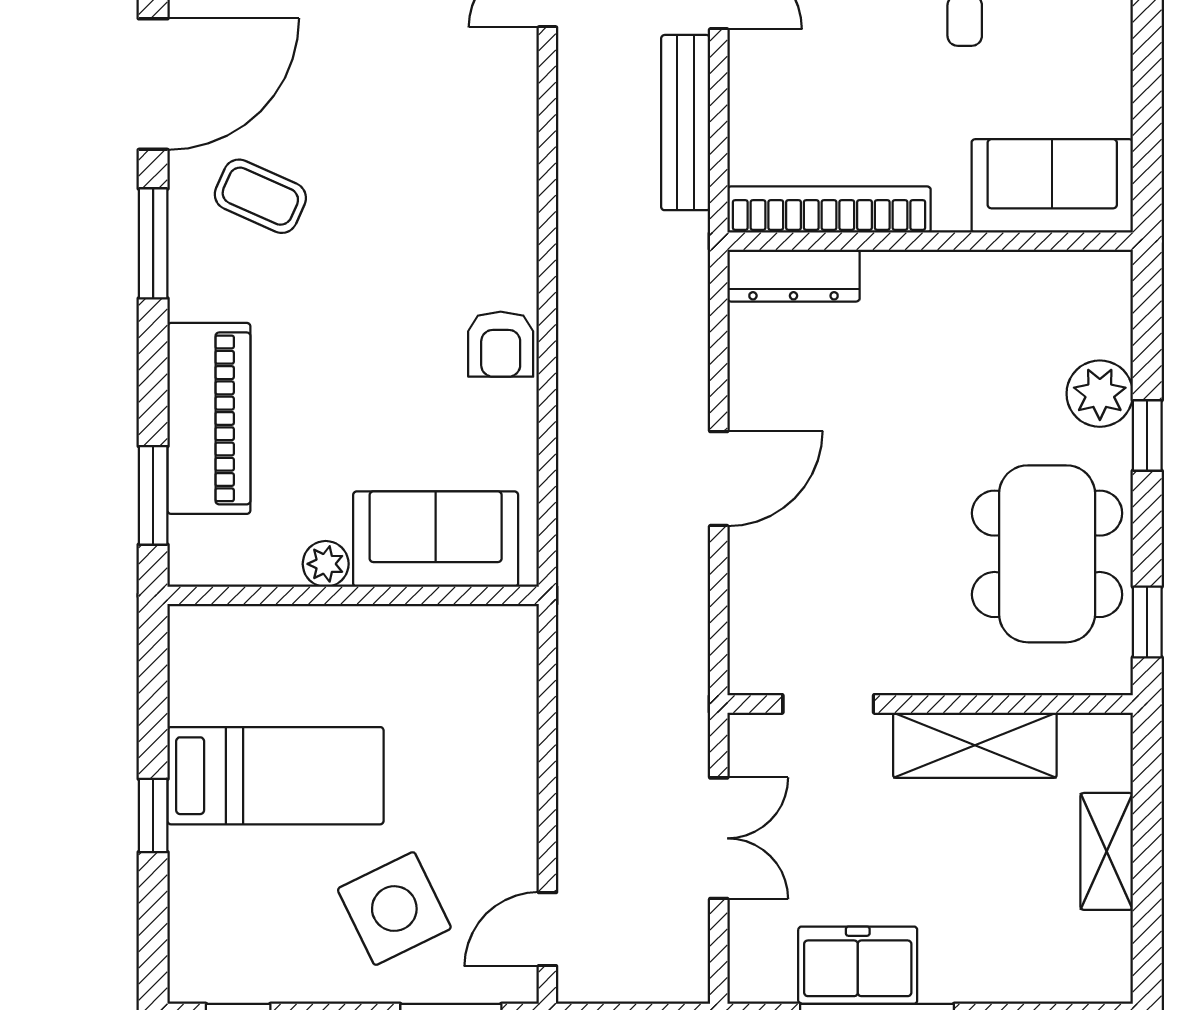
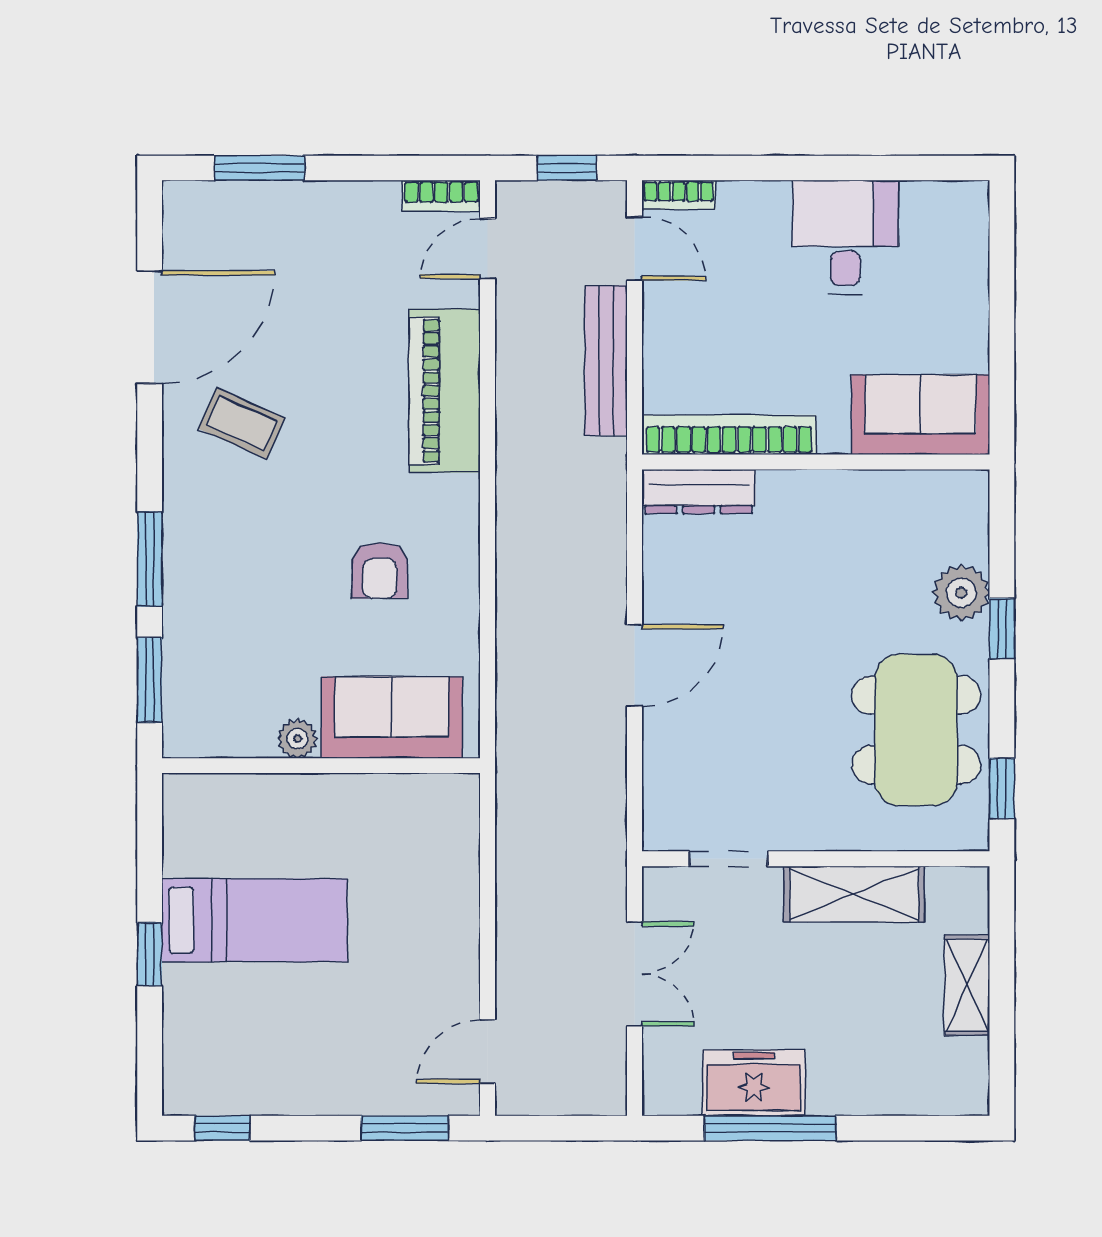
window: (153, 243) -> (150, 559), moved
armchair: (501, 344) -> (380, 571), moved
piano: (209, 418) -> (445, 391), moved, turned 180
side table: (394, 909) -> (356, 1034), removed

